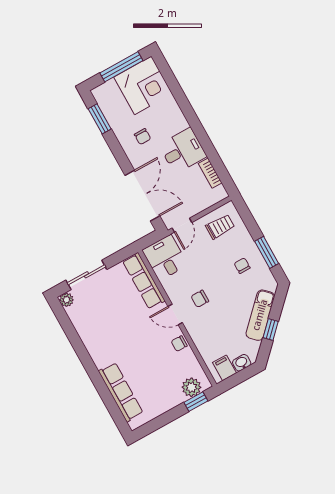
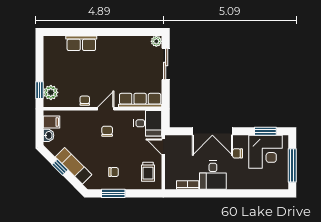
corner desk: (143, 85) -> (266, 152), moved, turned -90
double door: (142, 196) -> (212, 131), moved
row of seats: (121, 392) -> (81, 43), width x0.68

